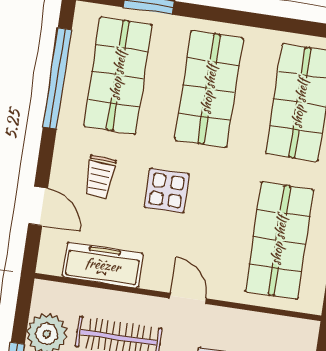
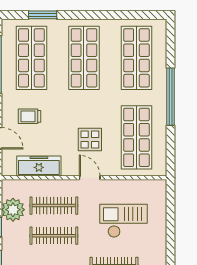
trolley: (100, 177) -> (30, 116), turned 87
display table: (167, 191) -> (90, 140), moved

